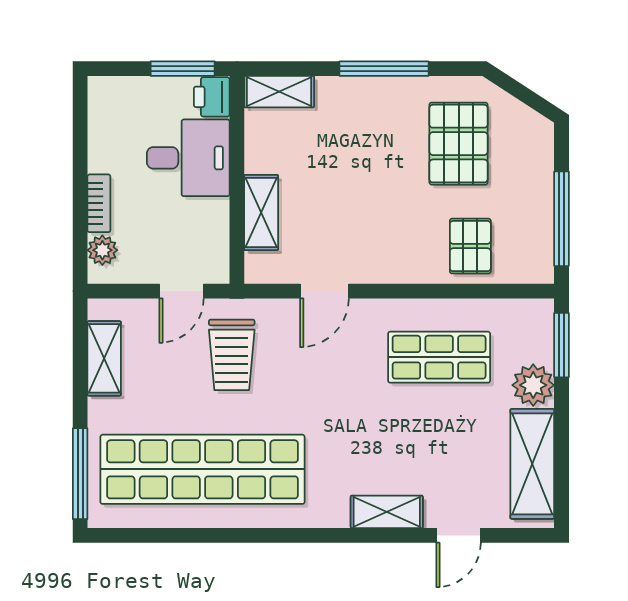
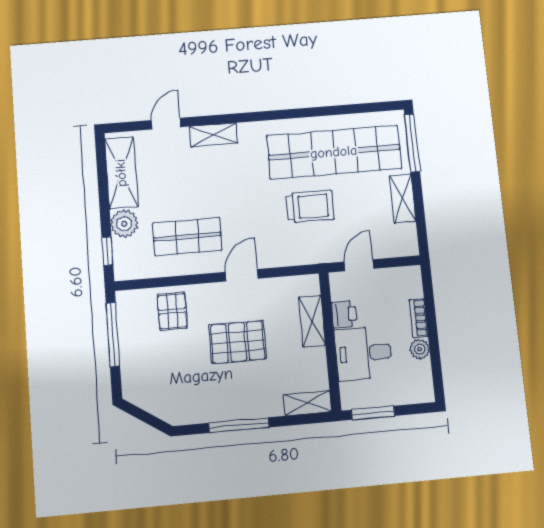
printer: (212, 97) -> (344, 314), moved
pallet: (459, 144) -> (238, 342), moved, turned 90
plant: (102, 250) -> (420, 349), moved
door: (324, 291) -> (242, 275), moved
window: (561, 345) -> (107, 251), width x0.67
trolley: (232, 355) -> (310, 206), moved, turned 90
shelving: (104, 358) -> (403, 199), moved

